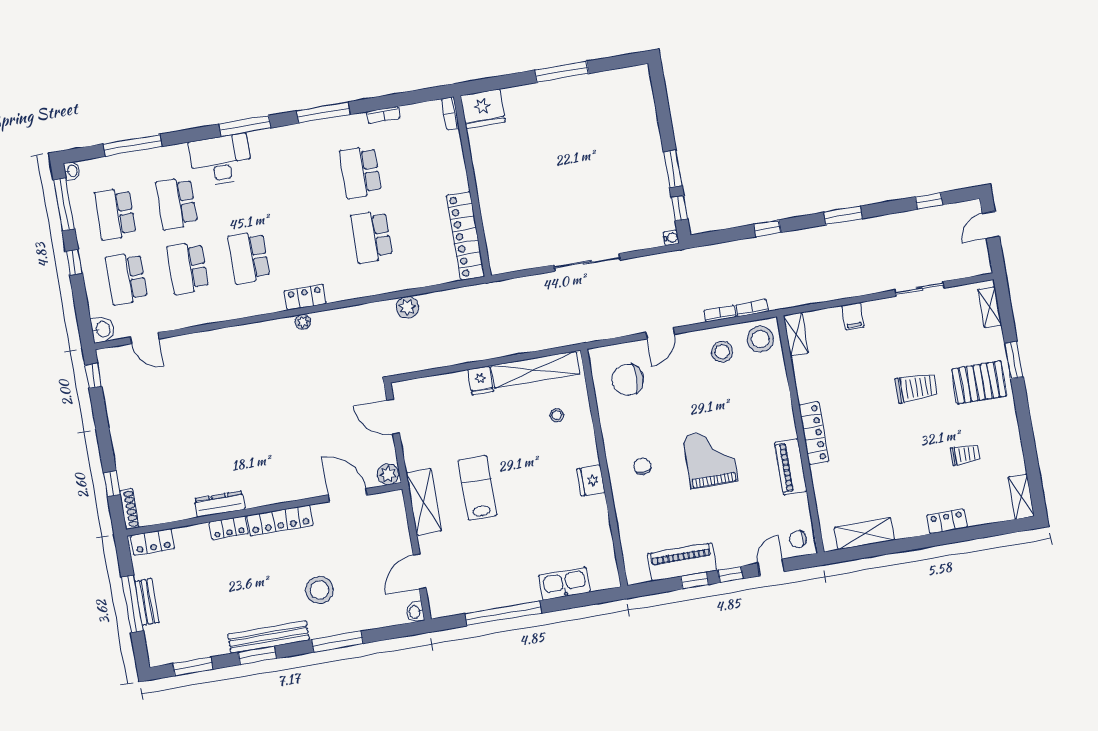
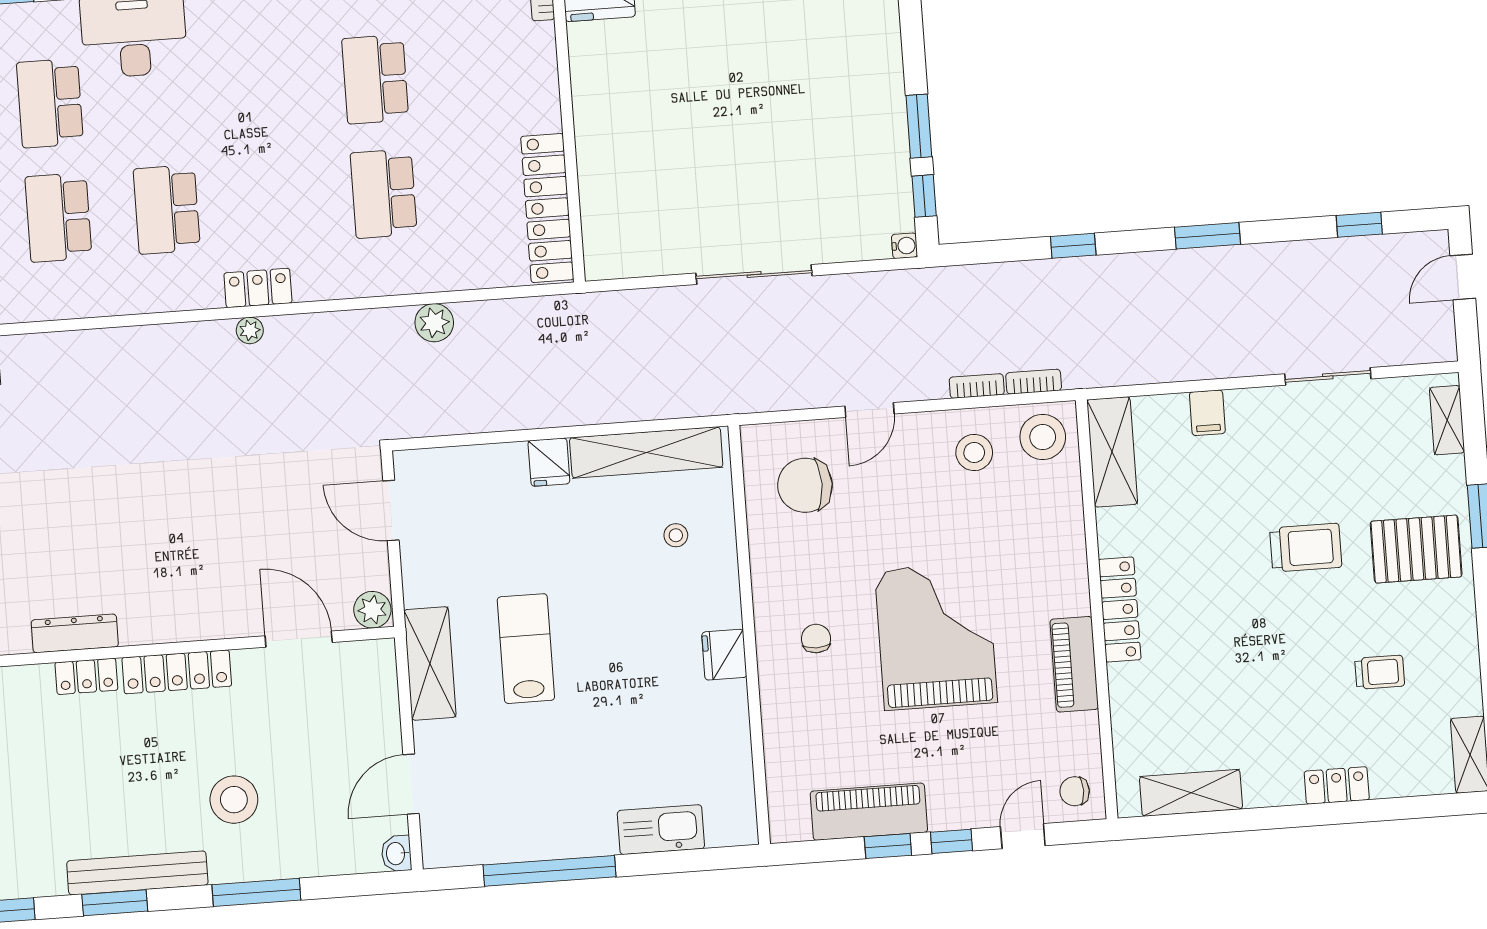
shelving: (796, 334) -> (1112, 452), width x1.50, depth x1.33
grand piano: (710, 458) -> (936, 636), width x1.37, depth x1.48

